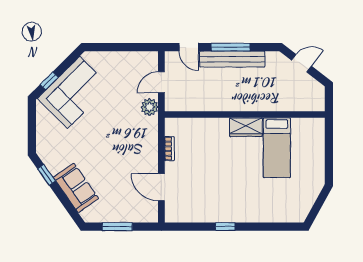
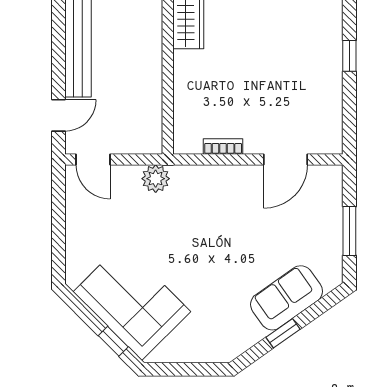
window: (231, 47) -> (58, 47), removed
door: (161, 82) -> (93, 159), moved
window: (47, 175) -> (283, 333), moved

